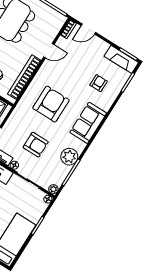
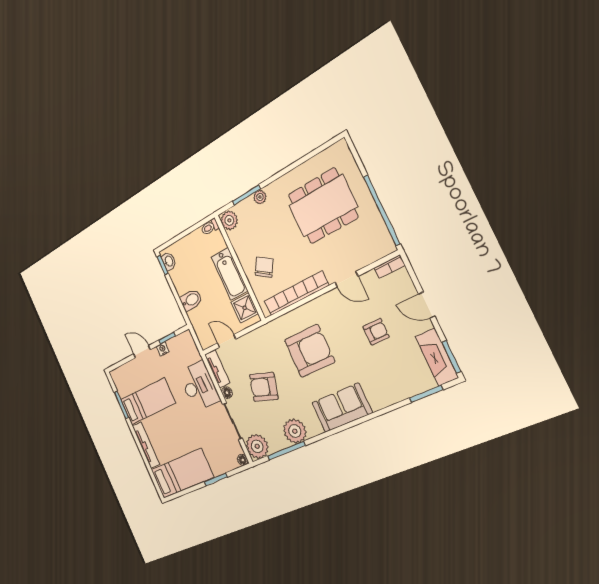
door: (88, 29) -> (427, 305), moved
armchair: (99, 83) -> (376, 332), moved
armchair: (36, 145) -> (264, 387), turned 107
plant: (53, 189) -> (257, 446), width x1.88, depth x1.88

